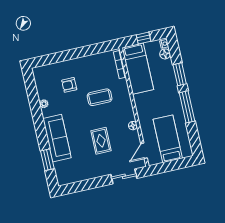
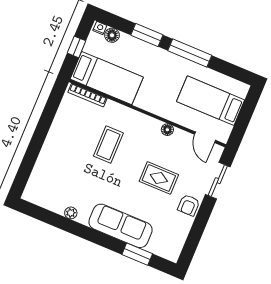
armchair: (69, 85) -> (189, 205), moved

